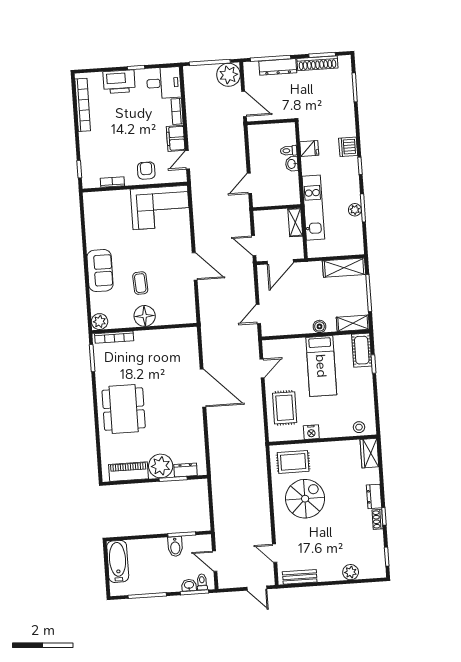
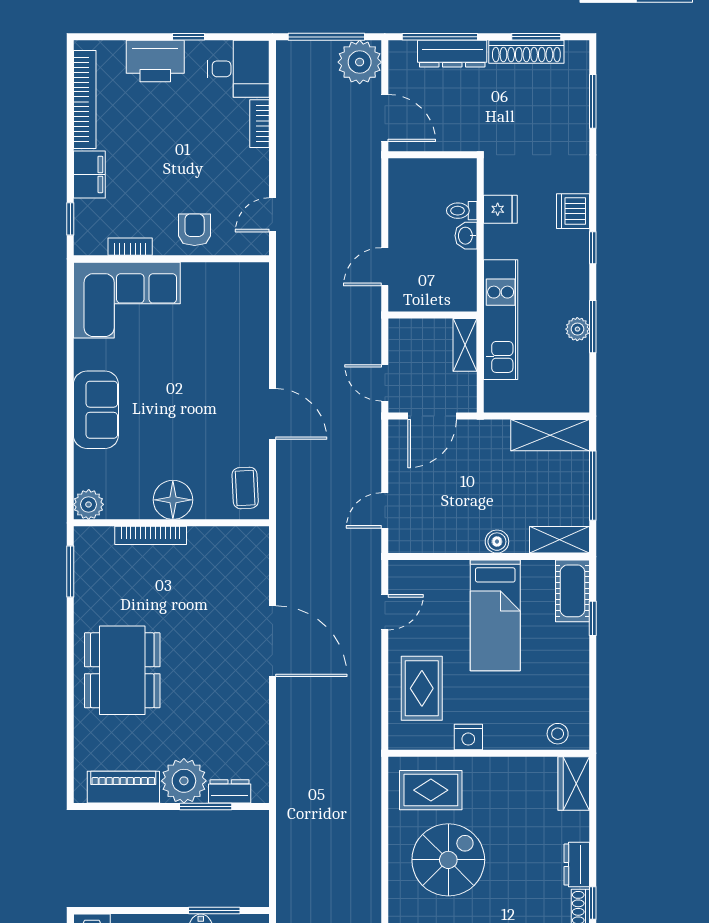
filing cabinet: (176, 138) -> (89, 174), moved, turned 180
corner sofa: (160, 208) -> (127, 300), moved
coffee table: (140, 283) -> (245, 488), moved
bookcase: (114, 337) -> (151, 535), moved

